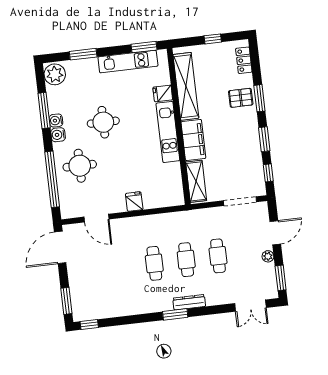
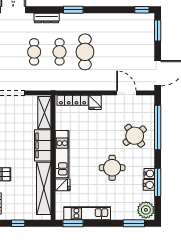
window: (83, 54) -> (134, 223), moved
water cooler: (58, 135) -> (149, 185), moved
round table: (80, 166) -> (135, 136), turned -38
locker: (163, 201) -> (73, 100), added
cafe table: (154, 263) -> (85, 52), width x1.37, depth x1.35
dresser: (189, 302) -> (47, 18), moved

